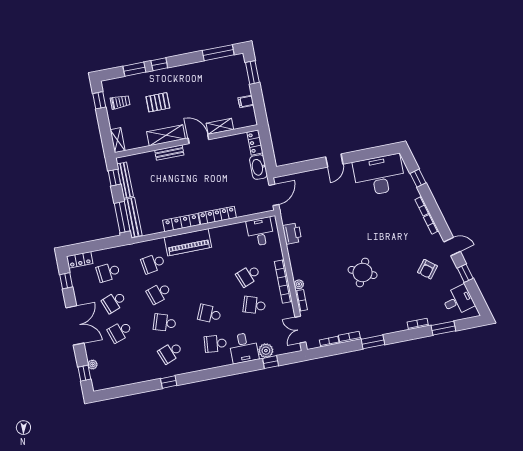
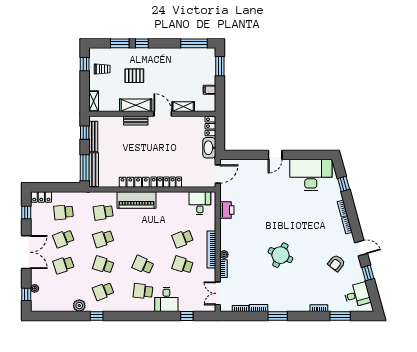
plant: (266, 351) -> (79, 306), moved

